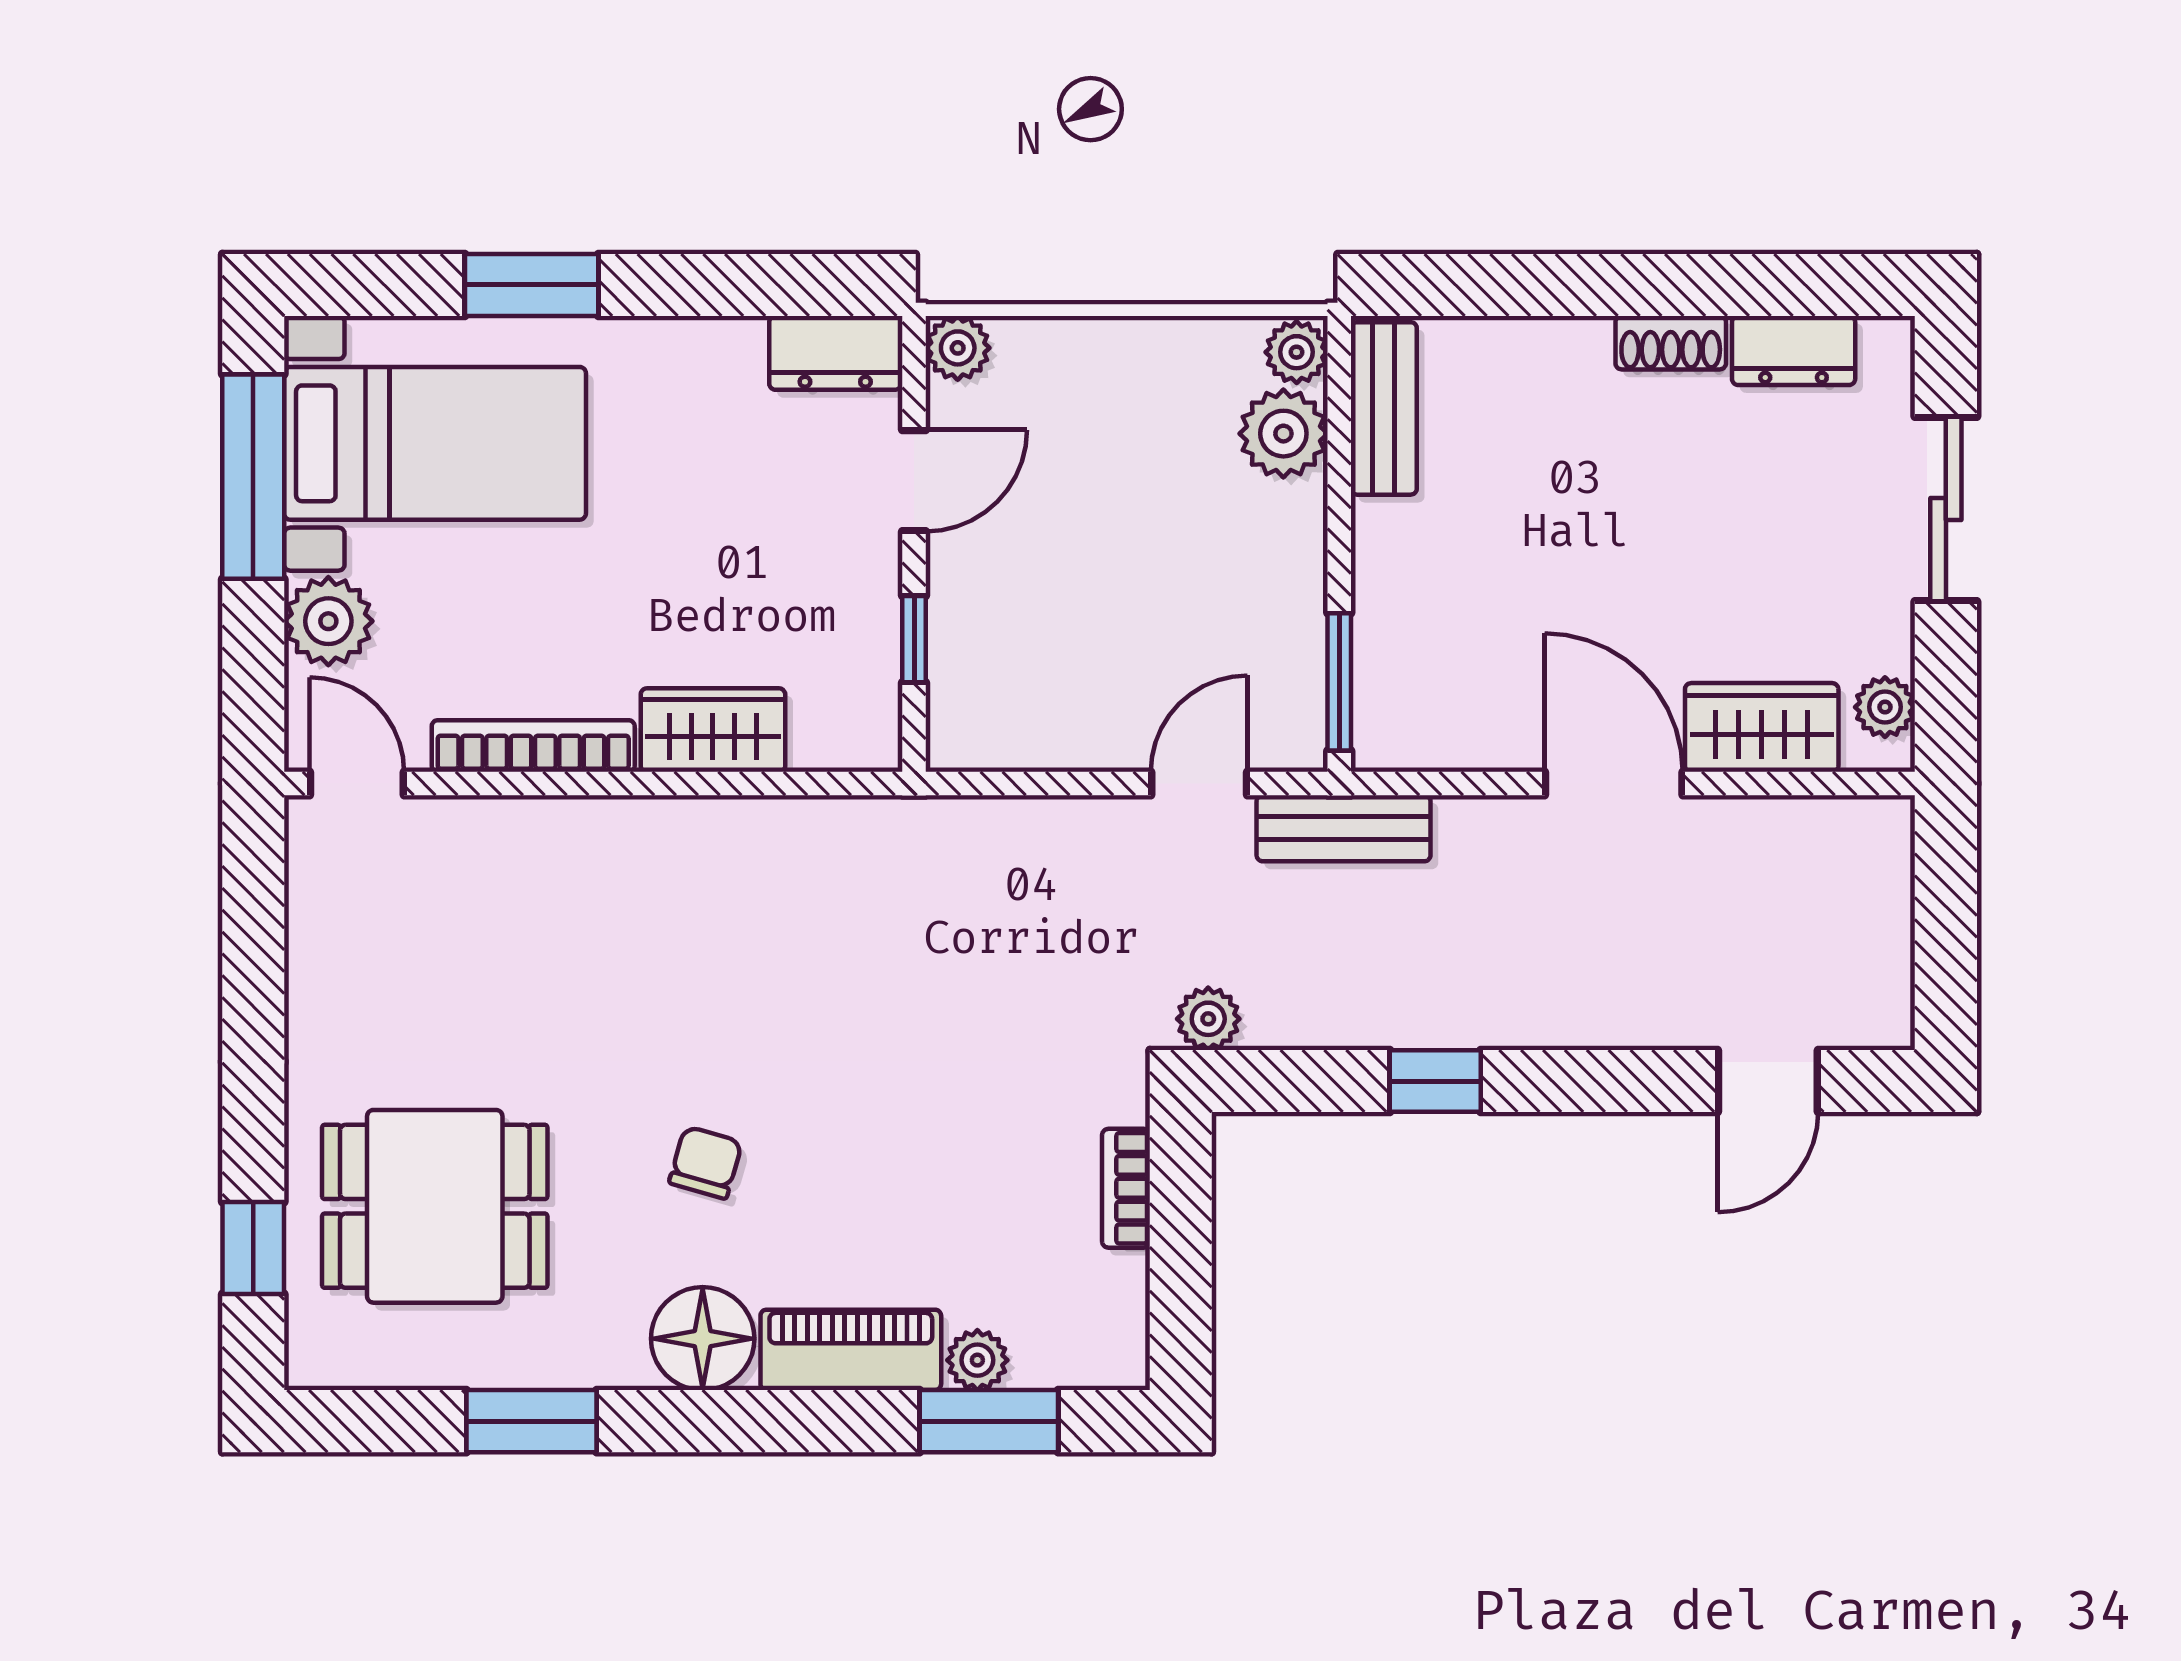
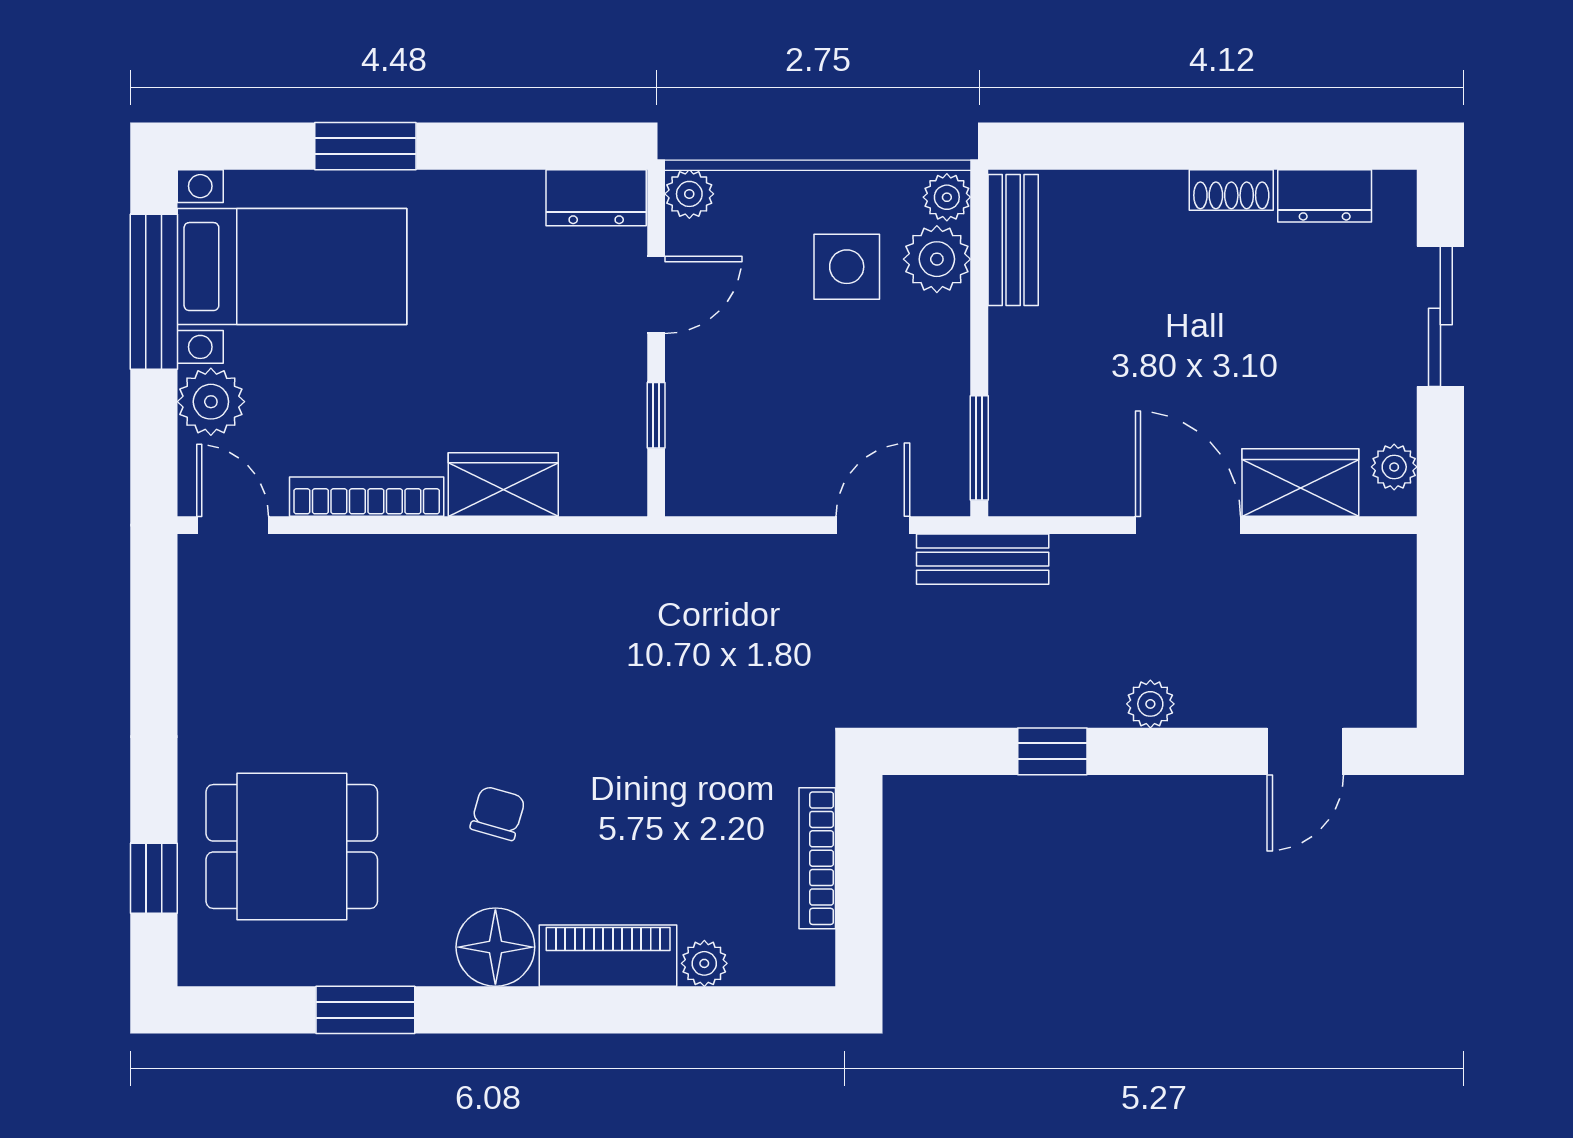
side table: (1165, 444) -> (847, 267), added
plant: (1208, 1019) -> (1150, 704), moved
bookcase: (1126, 1188) -> (817, 858), width x1.56
window: (989, 1421) -> (713, 1010), removed

